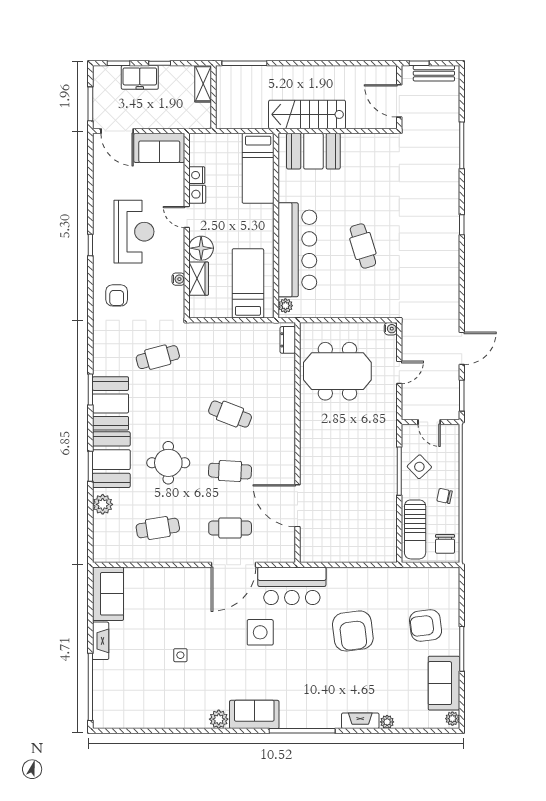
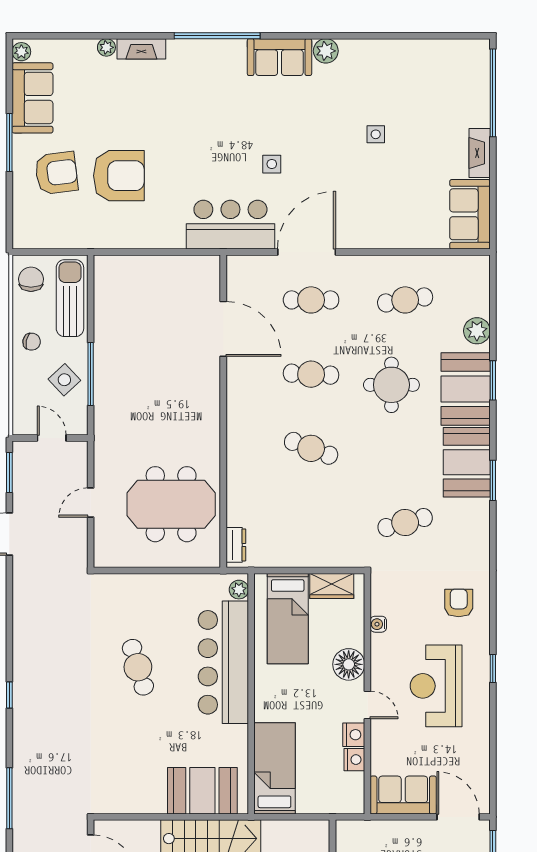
wardrobe: (199, 279) -> (332, 586), moved, turned -90
water cooler: (391, 329) -> (102, 560), removed
armchair: (353, 631) -> (119, 176), moved, turned 97
side table: (260, 632) -> (272, 164), width x0.54, depth x0.54

